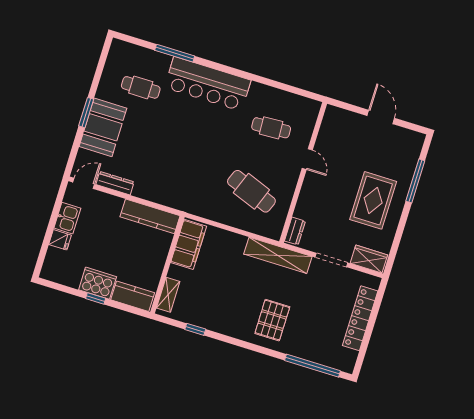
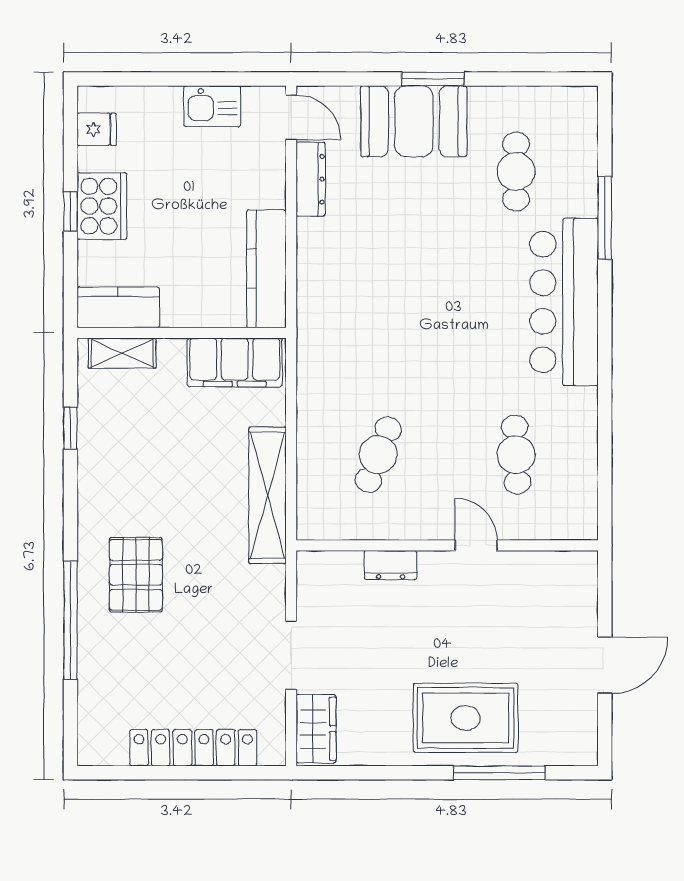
door: (307, 159) -> (476, 545), swing flipped
cafe table: (251, 191) -> (378, 455), width x0.73, depth x0.74
rug: (373, 200) -> (466, 718), moved
dresser: (295, 231) -> (390, 565), moved
fridge: (60, 240) -> (97, 129), moved, turned -90
shelving: (278, 255) -> (268, 495), moved
kitchen counter: (133, 296) -> (118, 307), moved, turned -90
pallet: (272, 320) -> (136, 575), turned 90
window: (313, 366) -> (70, 620), moved

